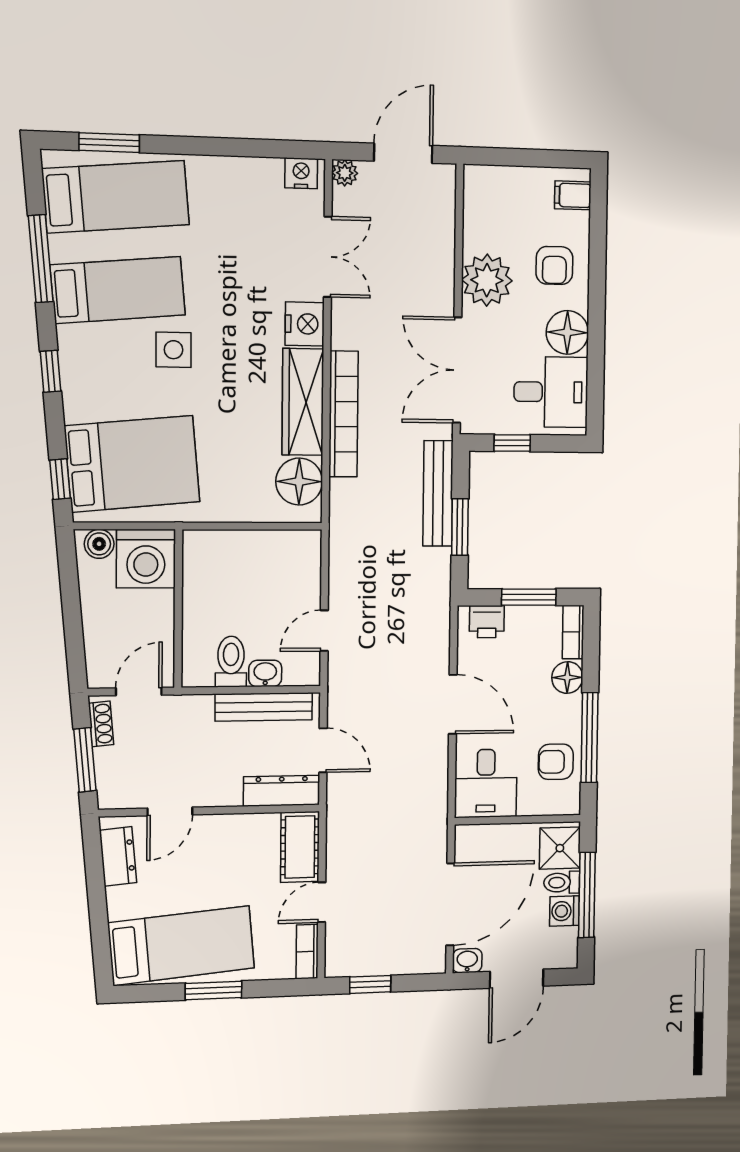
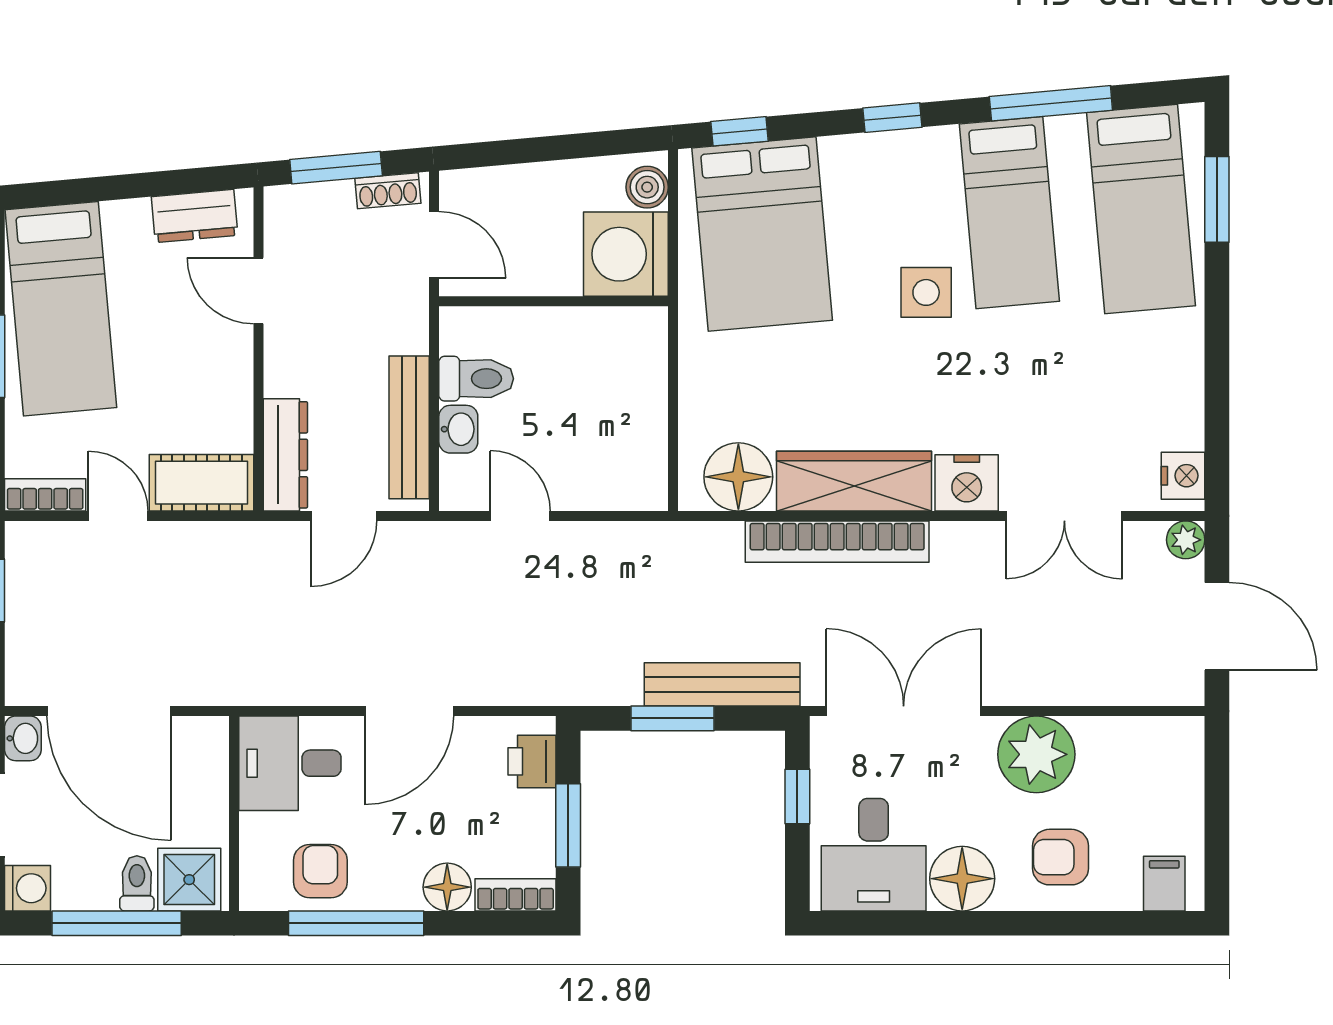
washing machine: (564, 911) -> (28, 888), moved, turned 90

